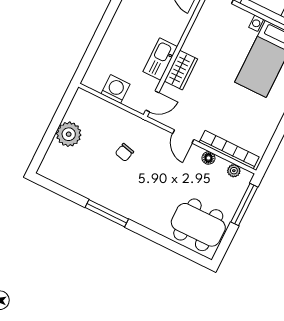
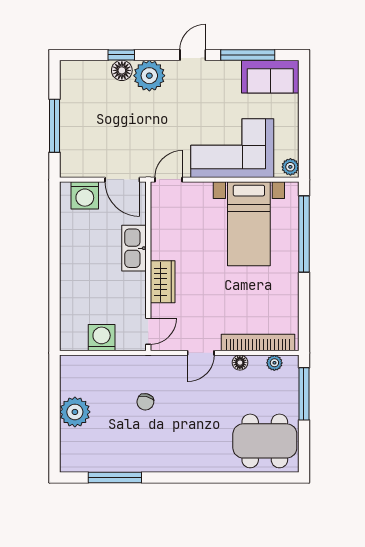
kitchen sink: (160, 59) -> (134, 248), moved
door: (183, 137) -> (201, 353), hinge flipped
window: (107, 213) -> (115, 478), moved

